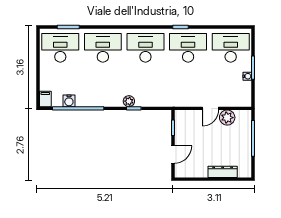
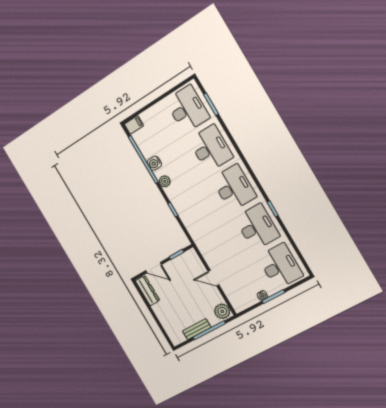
water cooler: (69, 101) -> (154, 163), moved
plant: (129, 101) -> (165, 181), moved
plant: (227, 118) -> (222, 311), moved
bench: (246, 149) -> (197, 329), added
dresser: (223, 172) -> (147, 291), moved

